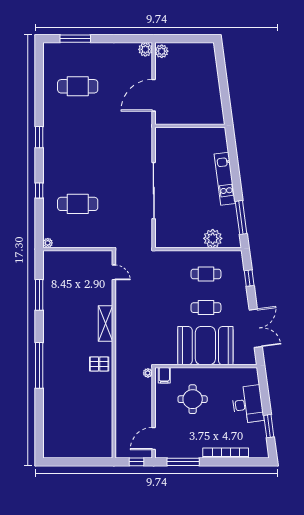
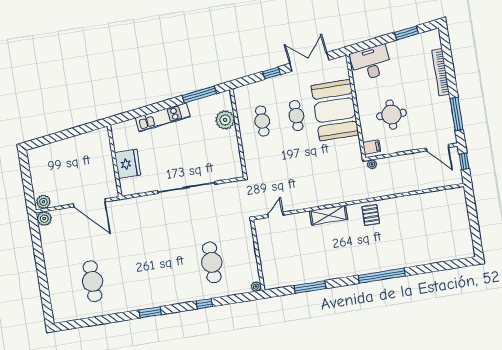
window: (75, 39) -> (45, 291), removed
fridge: (185, 138) -> (128, 164), added
window: (249, 278) -> (271, 73), moved
desk: (248, 404) -> (371, 63), moved

